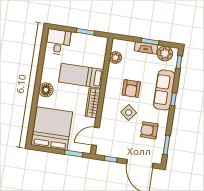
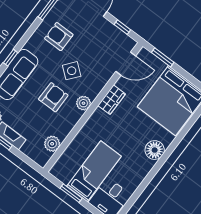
bed: (81, 76) -> (94, 171), moved, turned -90
plant: (109, 95) -> (83, 103), added
wardrobe: (93, 103) -> (112, 100), width x0.67
armchair: (149, 130) -> (59, 37), turned 180

